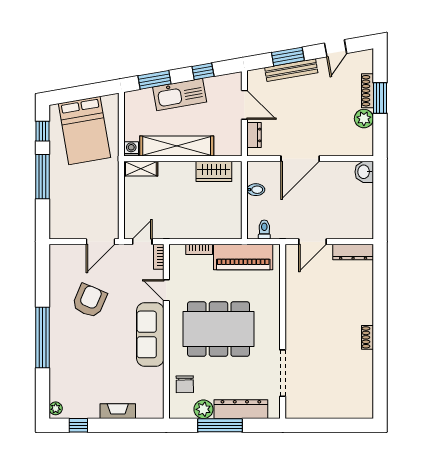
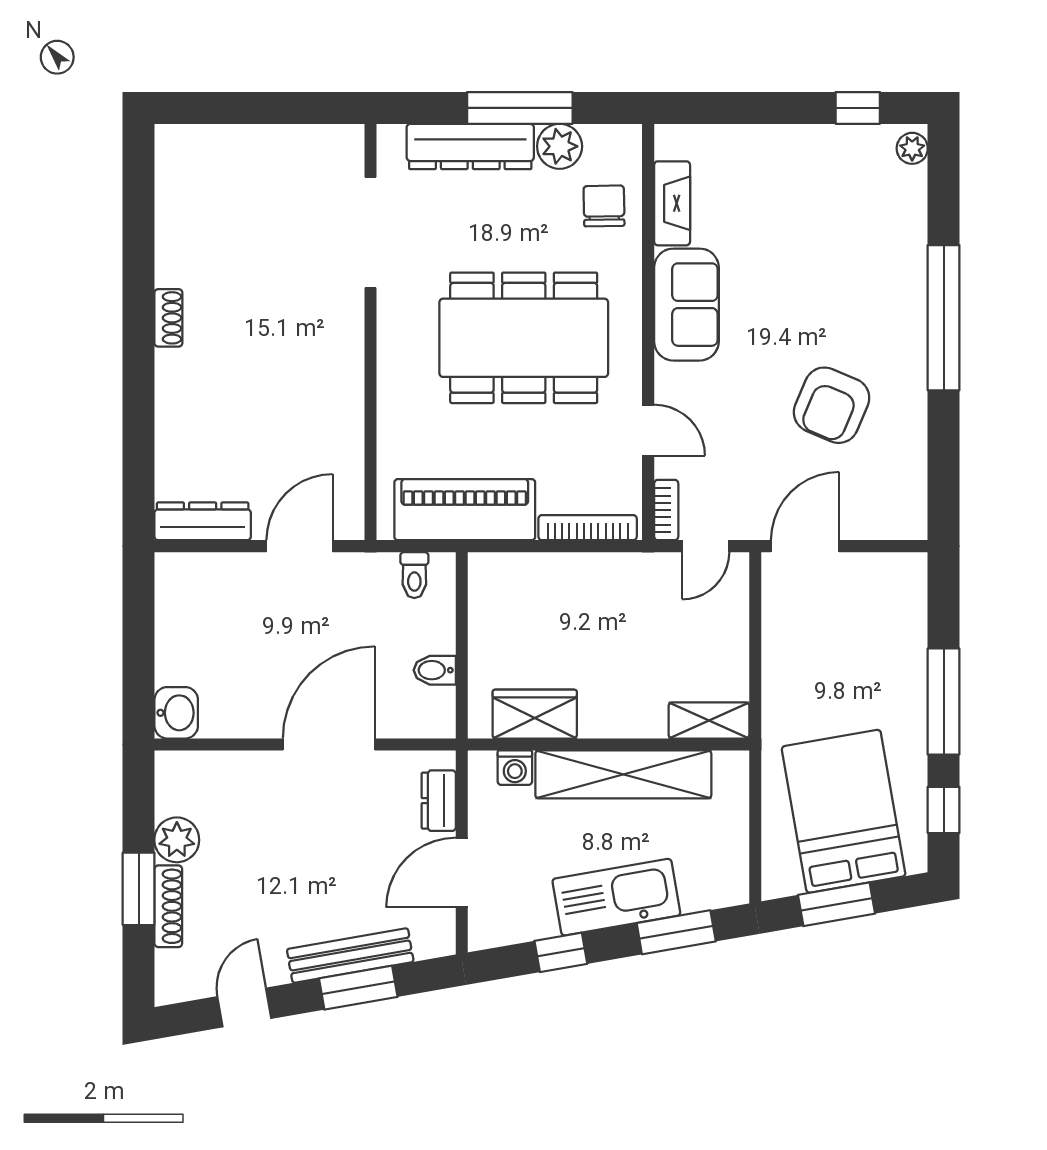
window: (87, 92) -> (836, 904), added
door: (244, 105) -> (462, 872), hinge flipped
washing machine: (131, 149) -> (515, 768), moved
bookcase: (199, 249) -> (588, 528), width x1.56
sofa: (150, 334) -> (686, 305), width x0.73
fireplace: (118, 411) -> (672, 203), moved, turned -90

